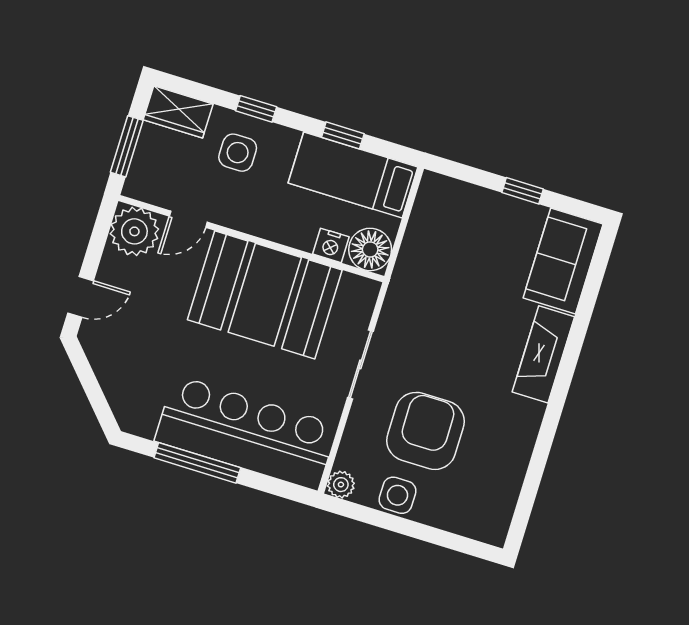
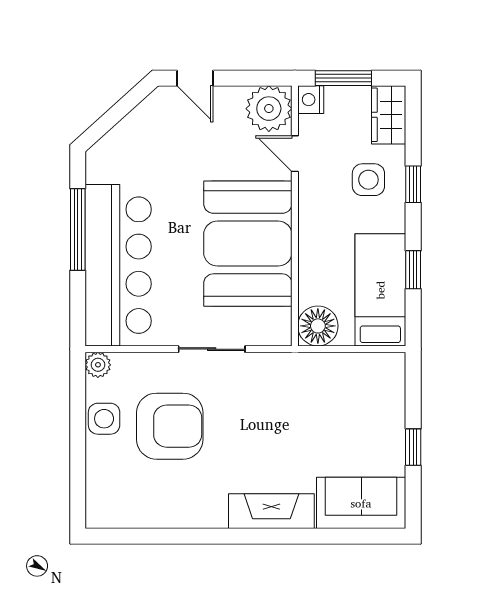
nightstand: (331, 245) -> (311, 100), moved

